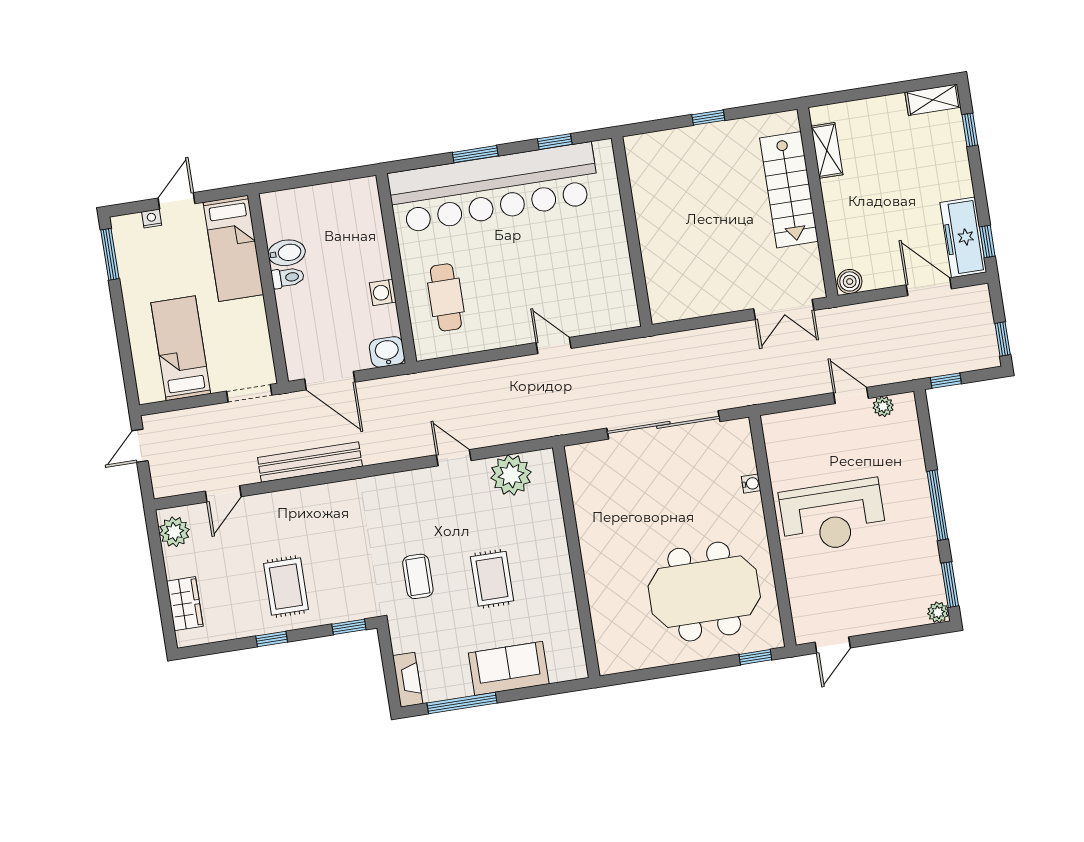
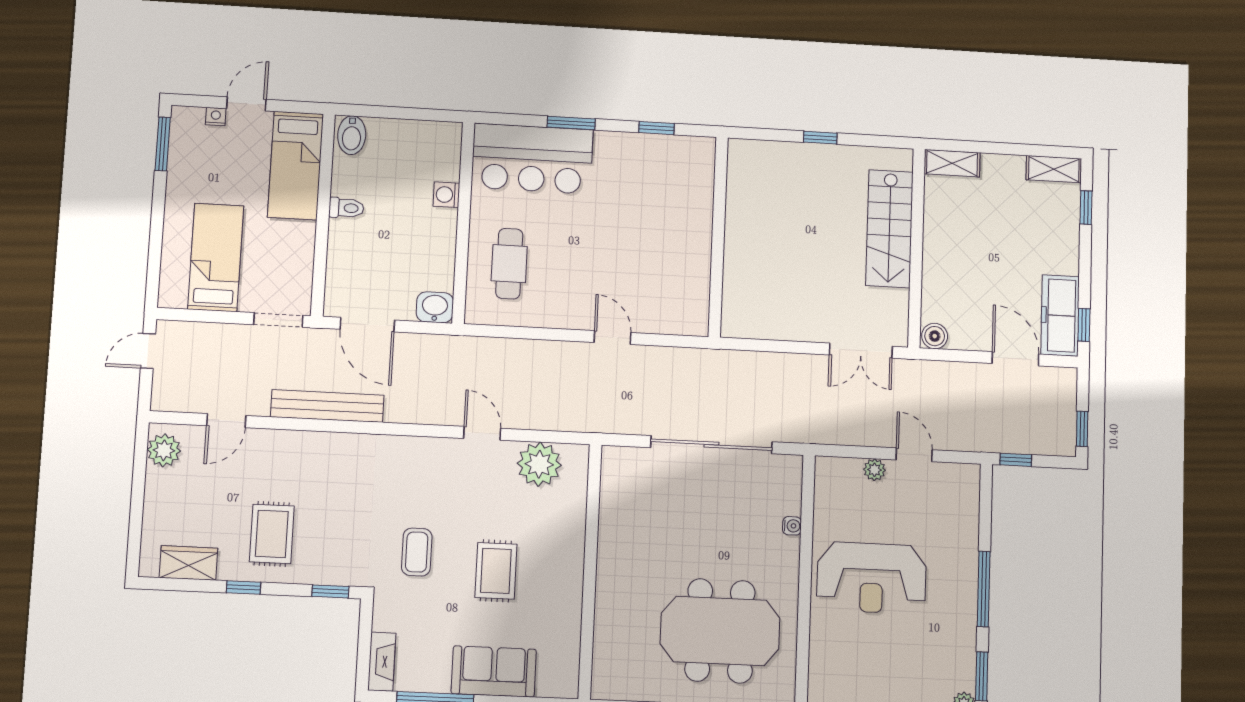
shelving: (827, 150) -> (952, 163), moved, turned 90
bar counter: (494, 188) -> (532, 159), width x0.54
bidet: (287, 253) -> (352, 135), moved, turned 90
washing machine: (383, 292) -> (446, 195), moved
plant: (883, 406) -> (874, 470), moved
wardrobe: (185, 604) -> (189, 563), moved, turned -90

